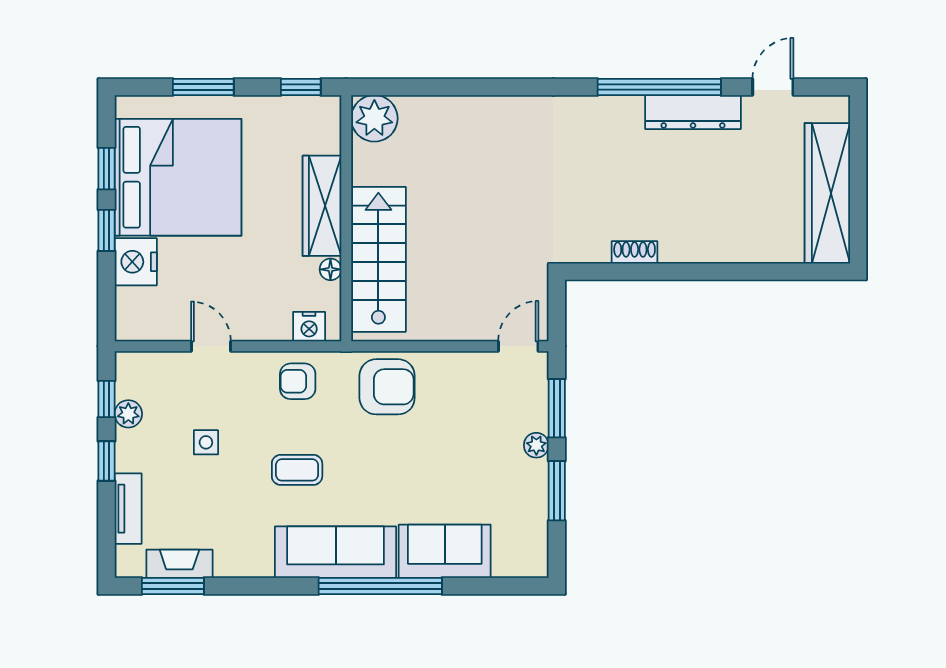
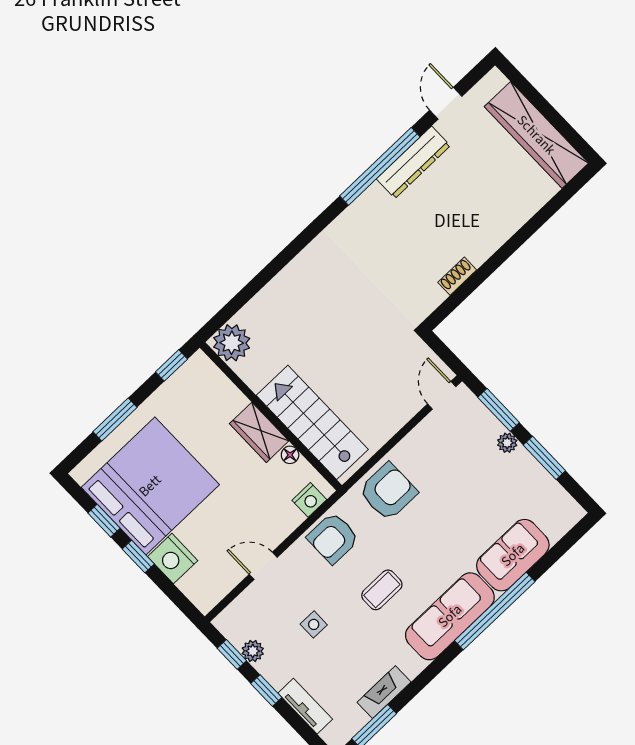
wardrobe: (322, 206) -> (259, 432), width x0.67
armchair: (298, 381) -> (333, 538), width x1.38, depth x1.38
fireplace: (179, 564) -> (384, 692), moved

